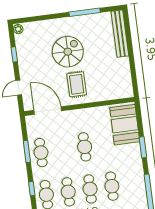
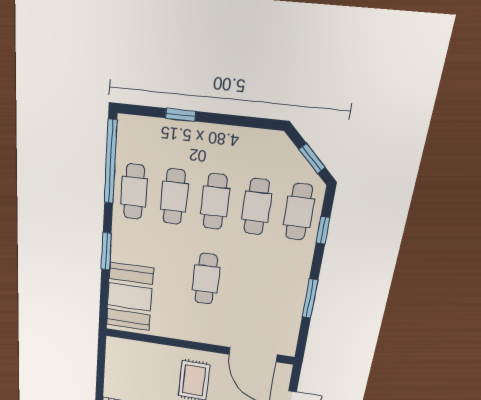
cafe table: (41, 153) -> (134, 192), moved

